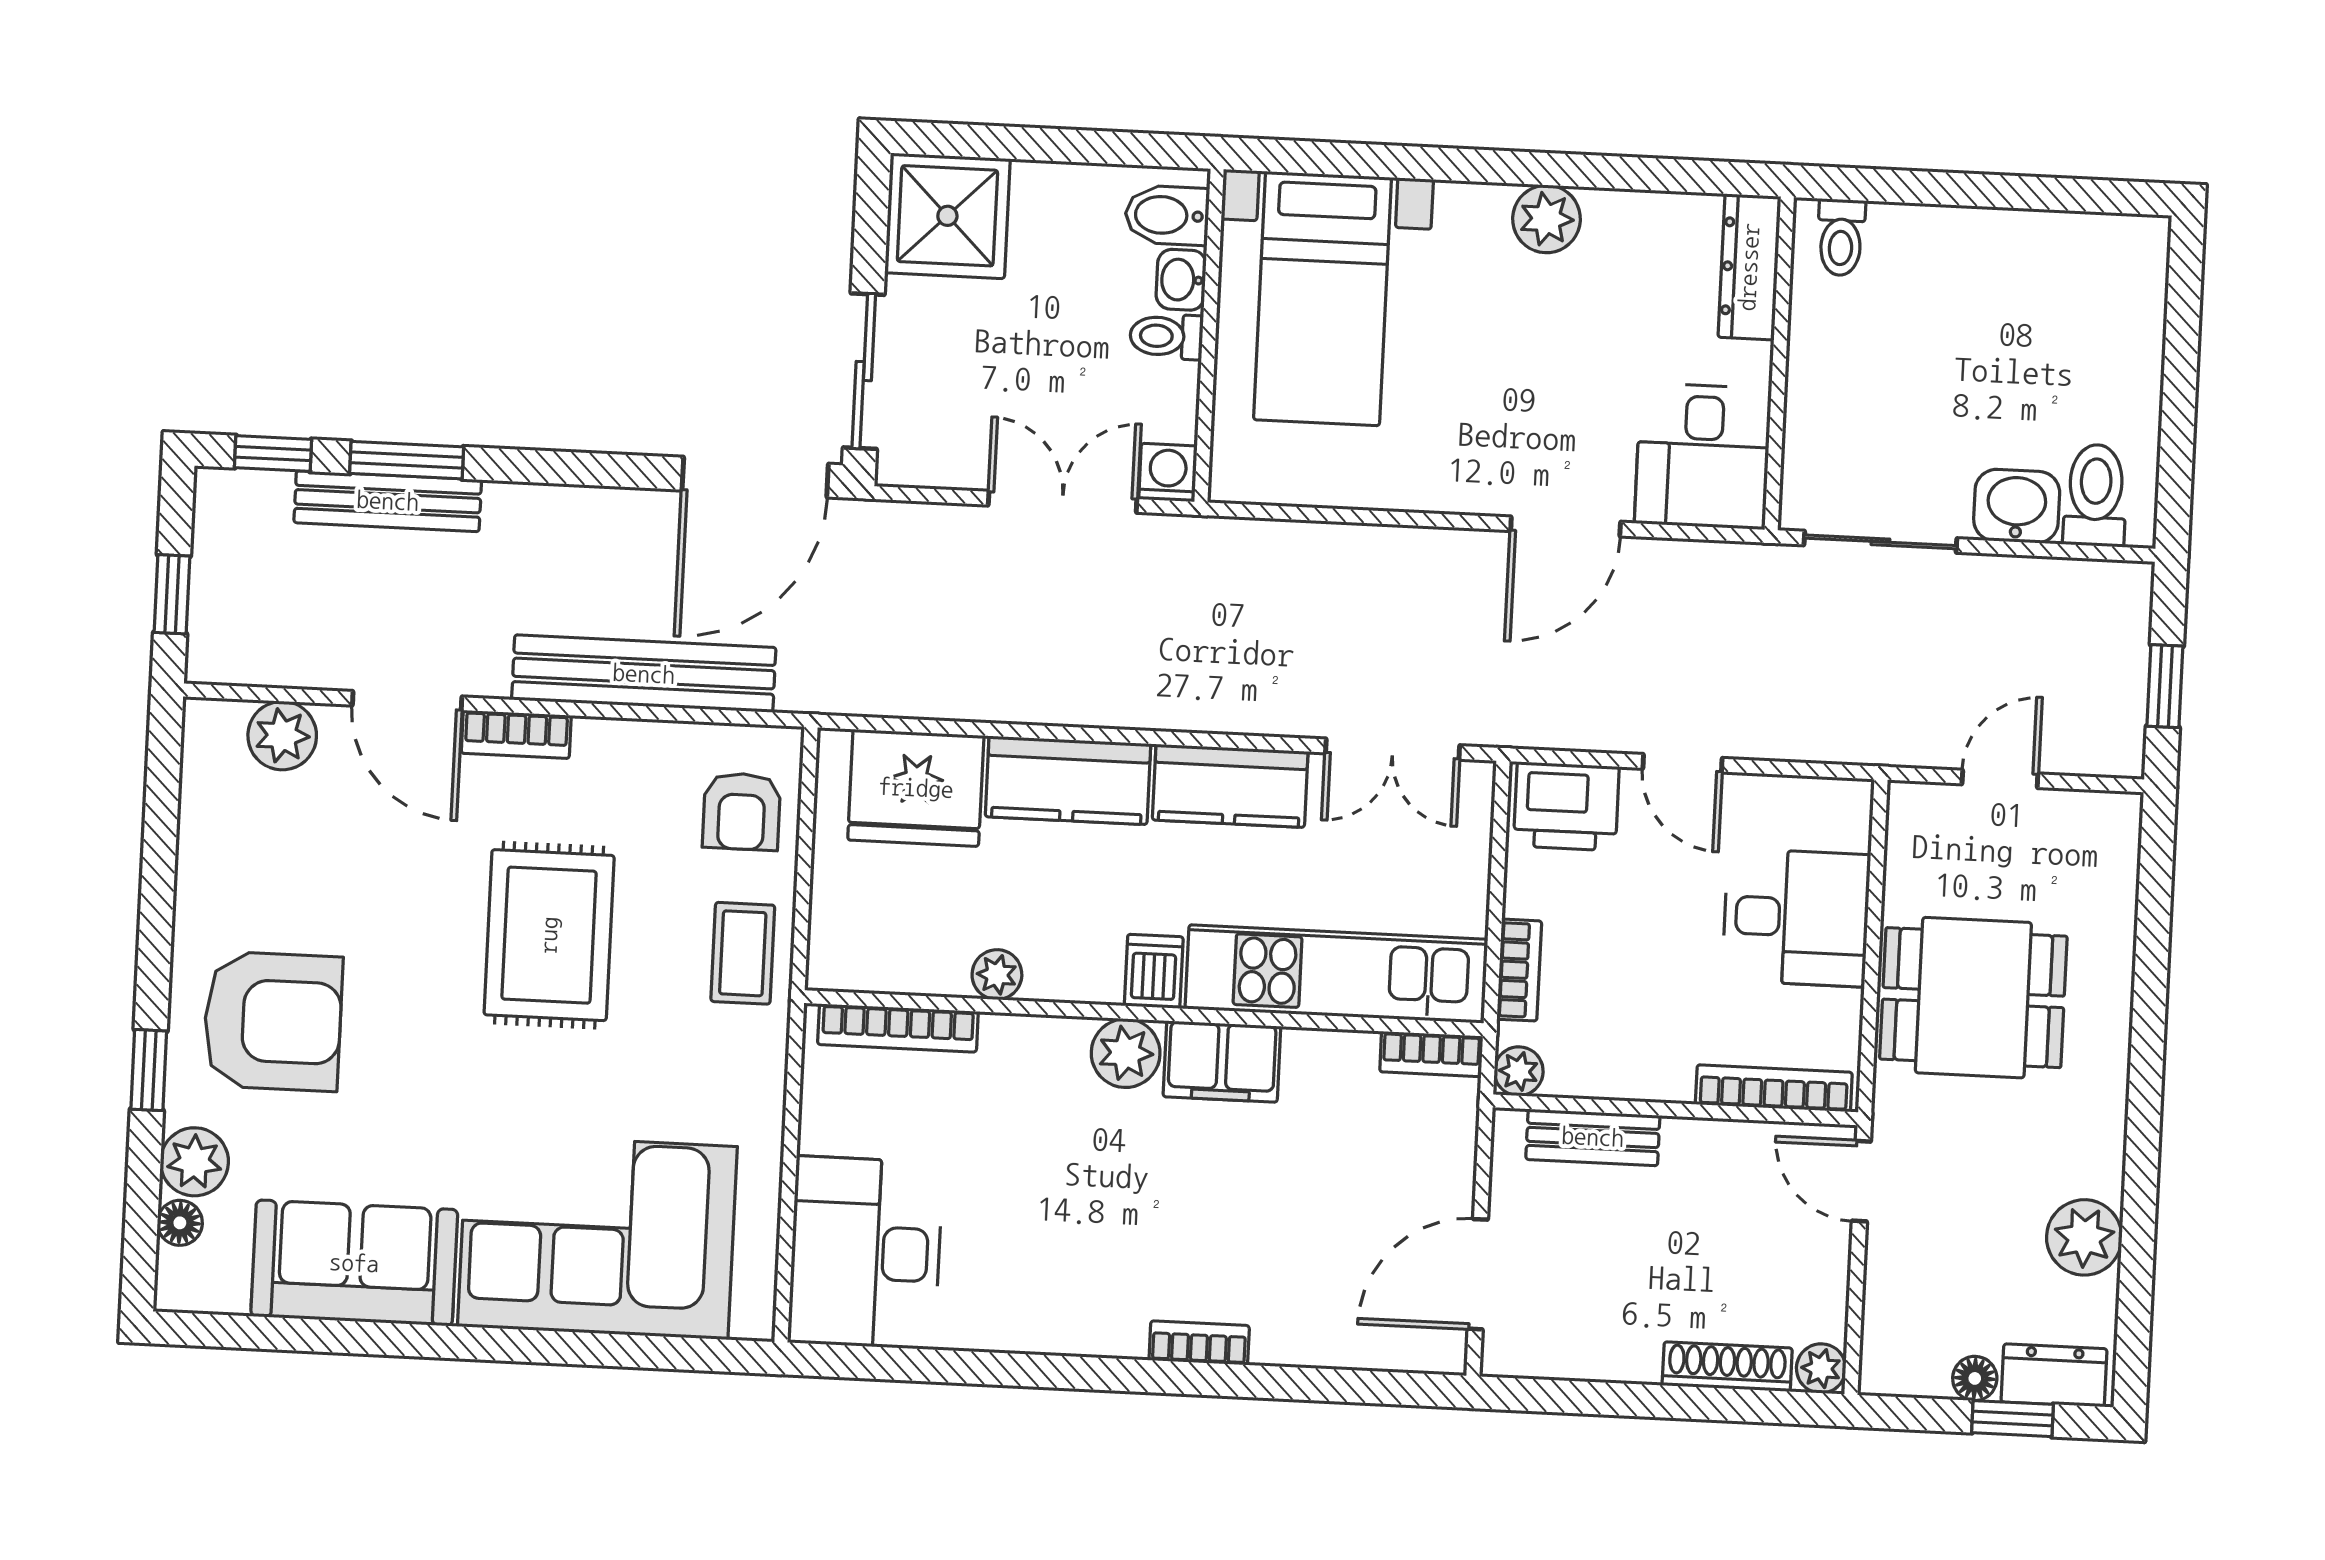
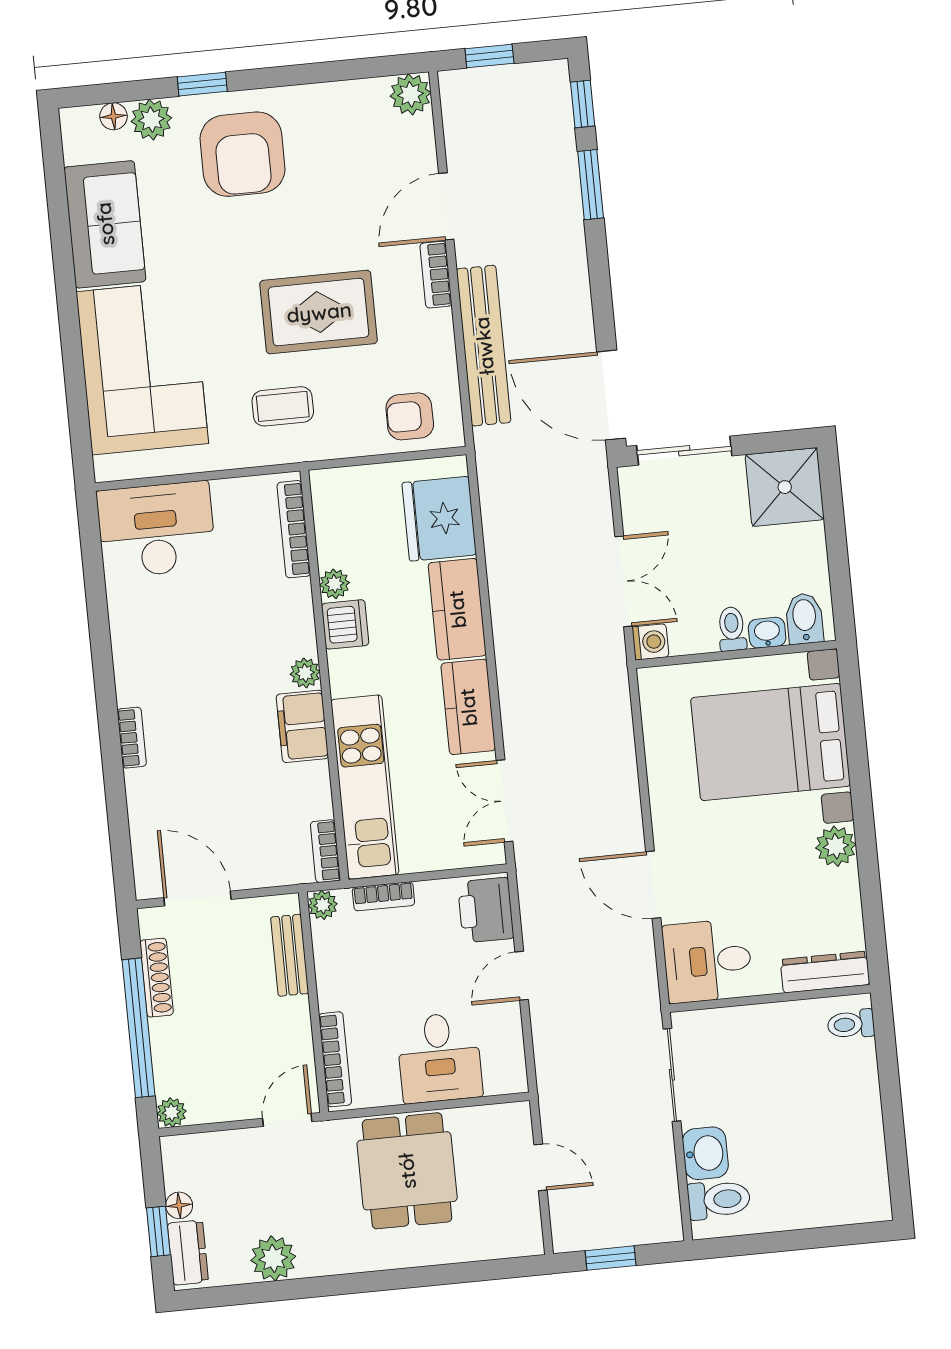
bed with nightstands: (1322, 299) -> (771, 742), width x1.36
bench: (388, 501) -> (564, 177), removed
plant: (282, 736) -> (411, 94), moved
coffee table: (743, 953) -> (283, 406), moved
dishwasher: (1154, 971) -> (345, 624), moved, width x1.38
plant: (1126, 1053) -> (305, 673), width x0.73, depth x0.73
shoe rack: (1727, 1367) -> (157, 978), moved
window: (1675, 1402) -> (138, 1028), added

